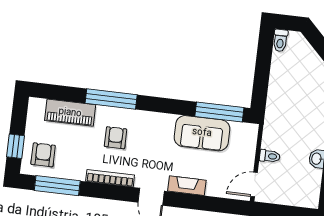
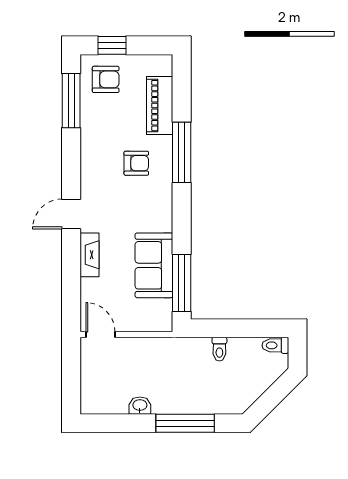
toilet: (270, 156) -> (219, 349), moved
bookcase: (110, 178) -> (87, 162), removed

